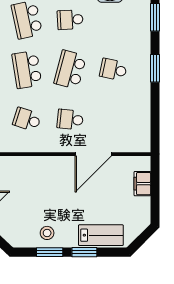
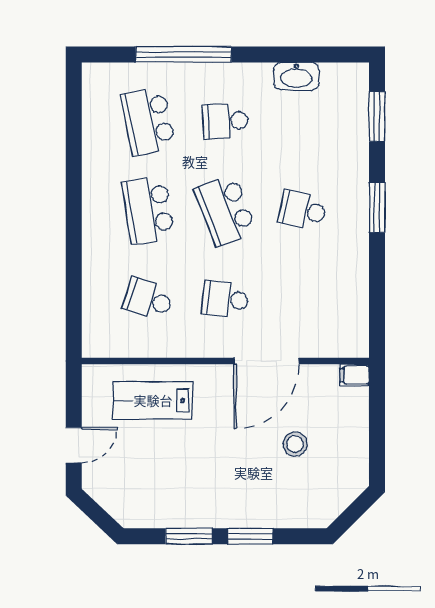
school desk: (70, 70) -> (225, 210), turned -36
filing cabinet: (142, 184) -> (354, 375), moved, width x0.50
stool: (47, 233) -> (295, 444), moved
lab bench: (101, 235) -> (153, 400), moved, turned 180

